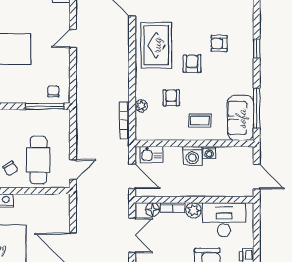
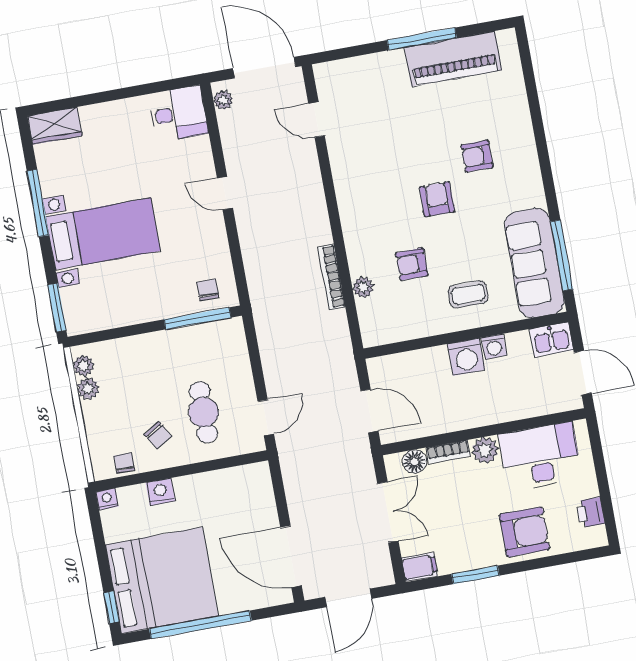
door: (73, 39) -> (225, 193), hinge flipped
rug: (156, 45) -> (370, 179), removed
window: (257, 49) -> (543, 153), removed
armchair: (171, 98) -> (412, 264), turned -90
sofa: (241, 118) -> (534, 263), width x1.36
bookcase: (125, 120) -> (331, 277), moved
kitchen sink: (152, 155) -> (551, 340), moved
cafe table: (38, 160) -> (203, 412), width x0.73, depth x0.74

